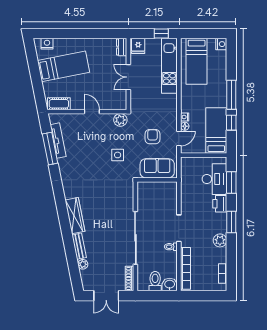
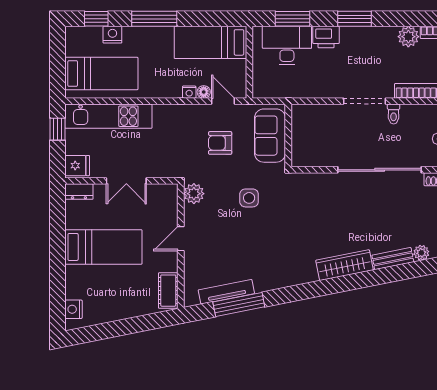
nightstand: (221, 44) -> (112, 35), moved
bed: (63, 66) -> (103, 247), moved, turned 101
window: (231, 123) -> (96, 19), moved
plant: (220, 240) -> (408, 37), moved

